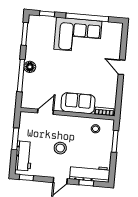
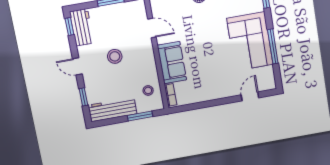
window: (87, 17) -> (273, 46), width x0.68
door: (122, 67) -> (250, 96), moved
workbench: (24, 156) -> (82, 27), moved, turned -90
workbench: (90, 173) -> (113, 109), moved, turned -90

